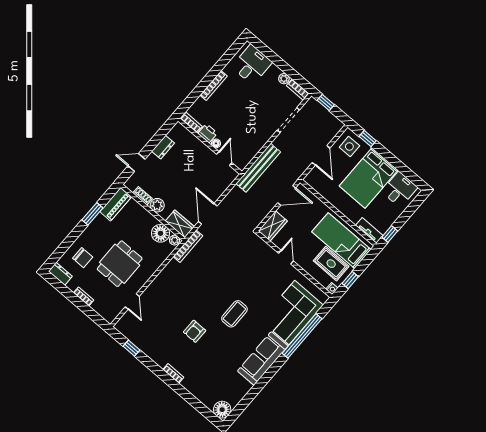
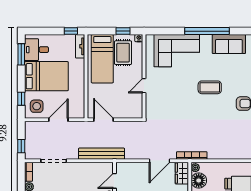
window: (407, 172) -> (21, 54), added
wardrobe: (273, 226) -> (131, 112), removed
window: (302, 336) -> (207, 31), moved
sofa: (263, 358) -> (229, 44), width x0.73

